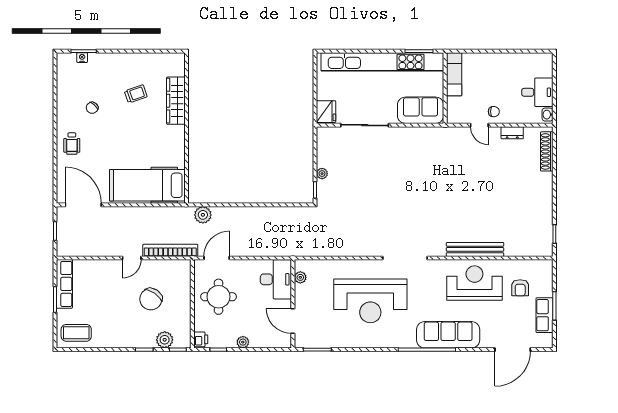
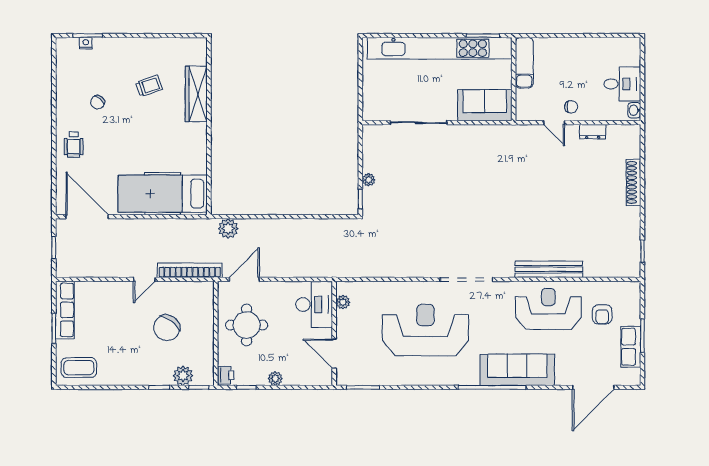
fridge: (326, 112) -> (373, 107), removed
shoe rack: (547, 151) -> (634, 182), moved
reception desk: (370, 301) -> (426, 330), turned 180

